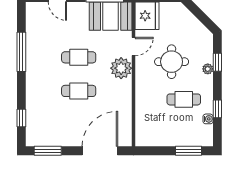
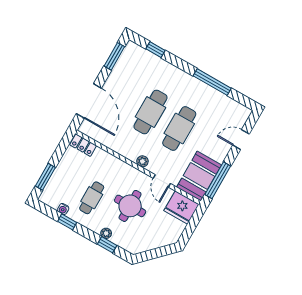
cafe table: (79, 57) -> (179, 128), width x1.37, depth x1.35
plant: (121, 68) -> (142, 161), width x0.53, depth x0.53
cafe table: (79, 91) -> (151, 112), width x1.37, depth x1.35
locker: (142, 133) -> (83, 145), added

